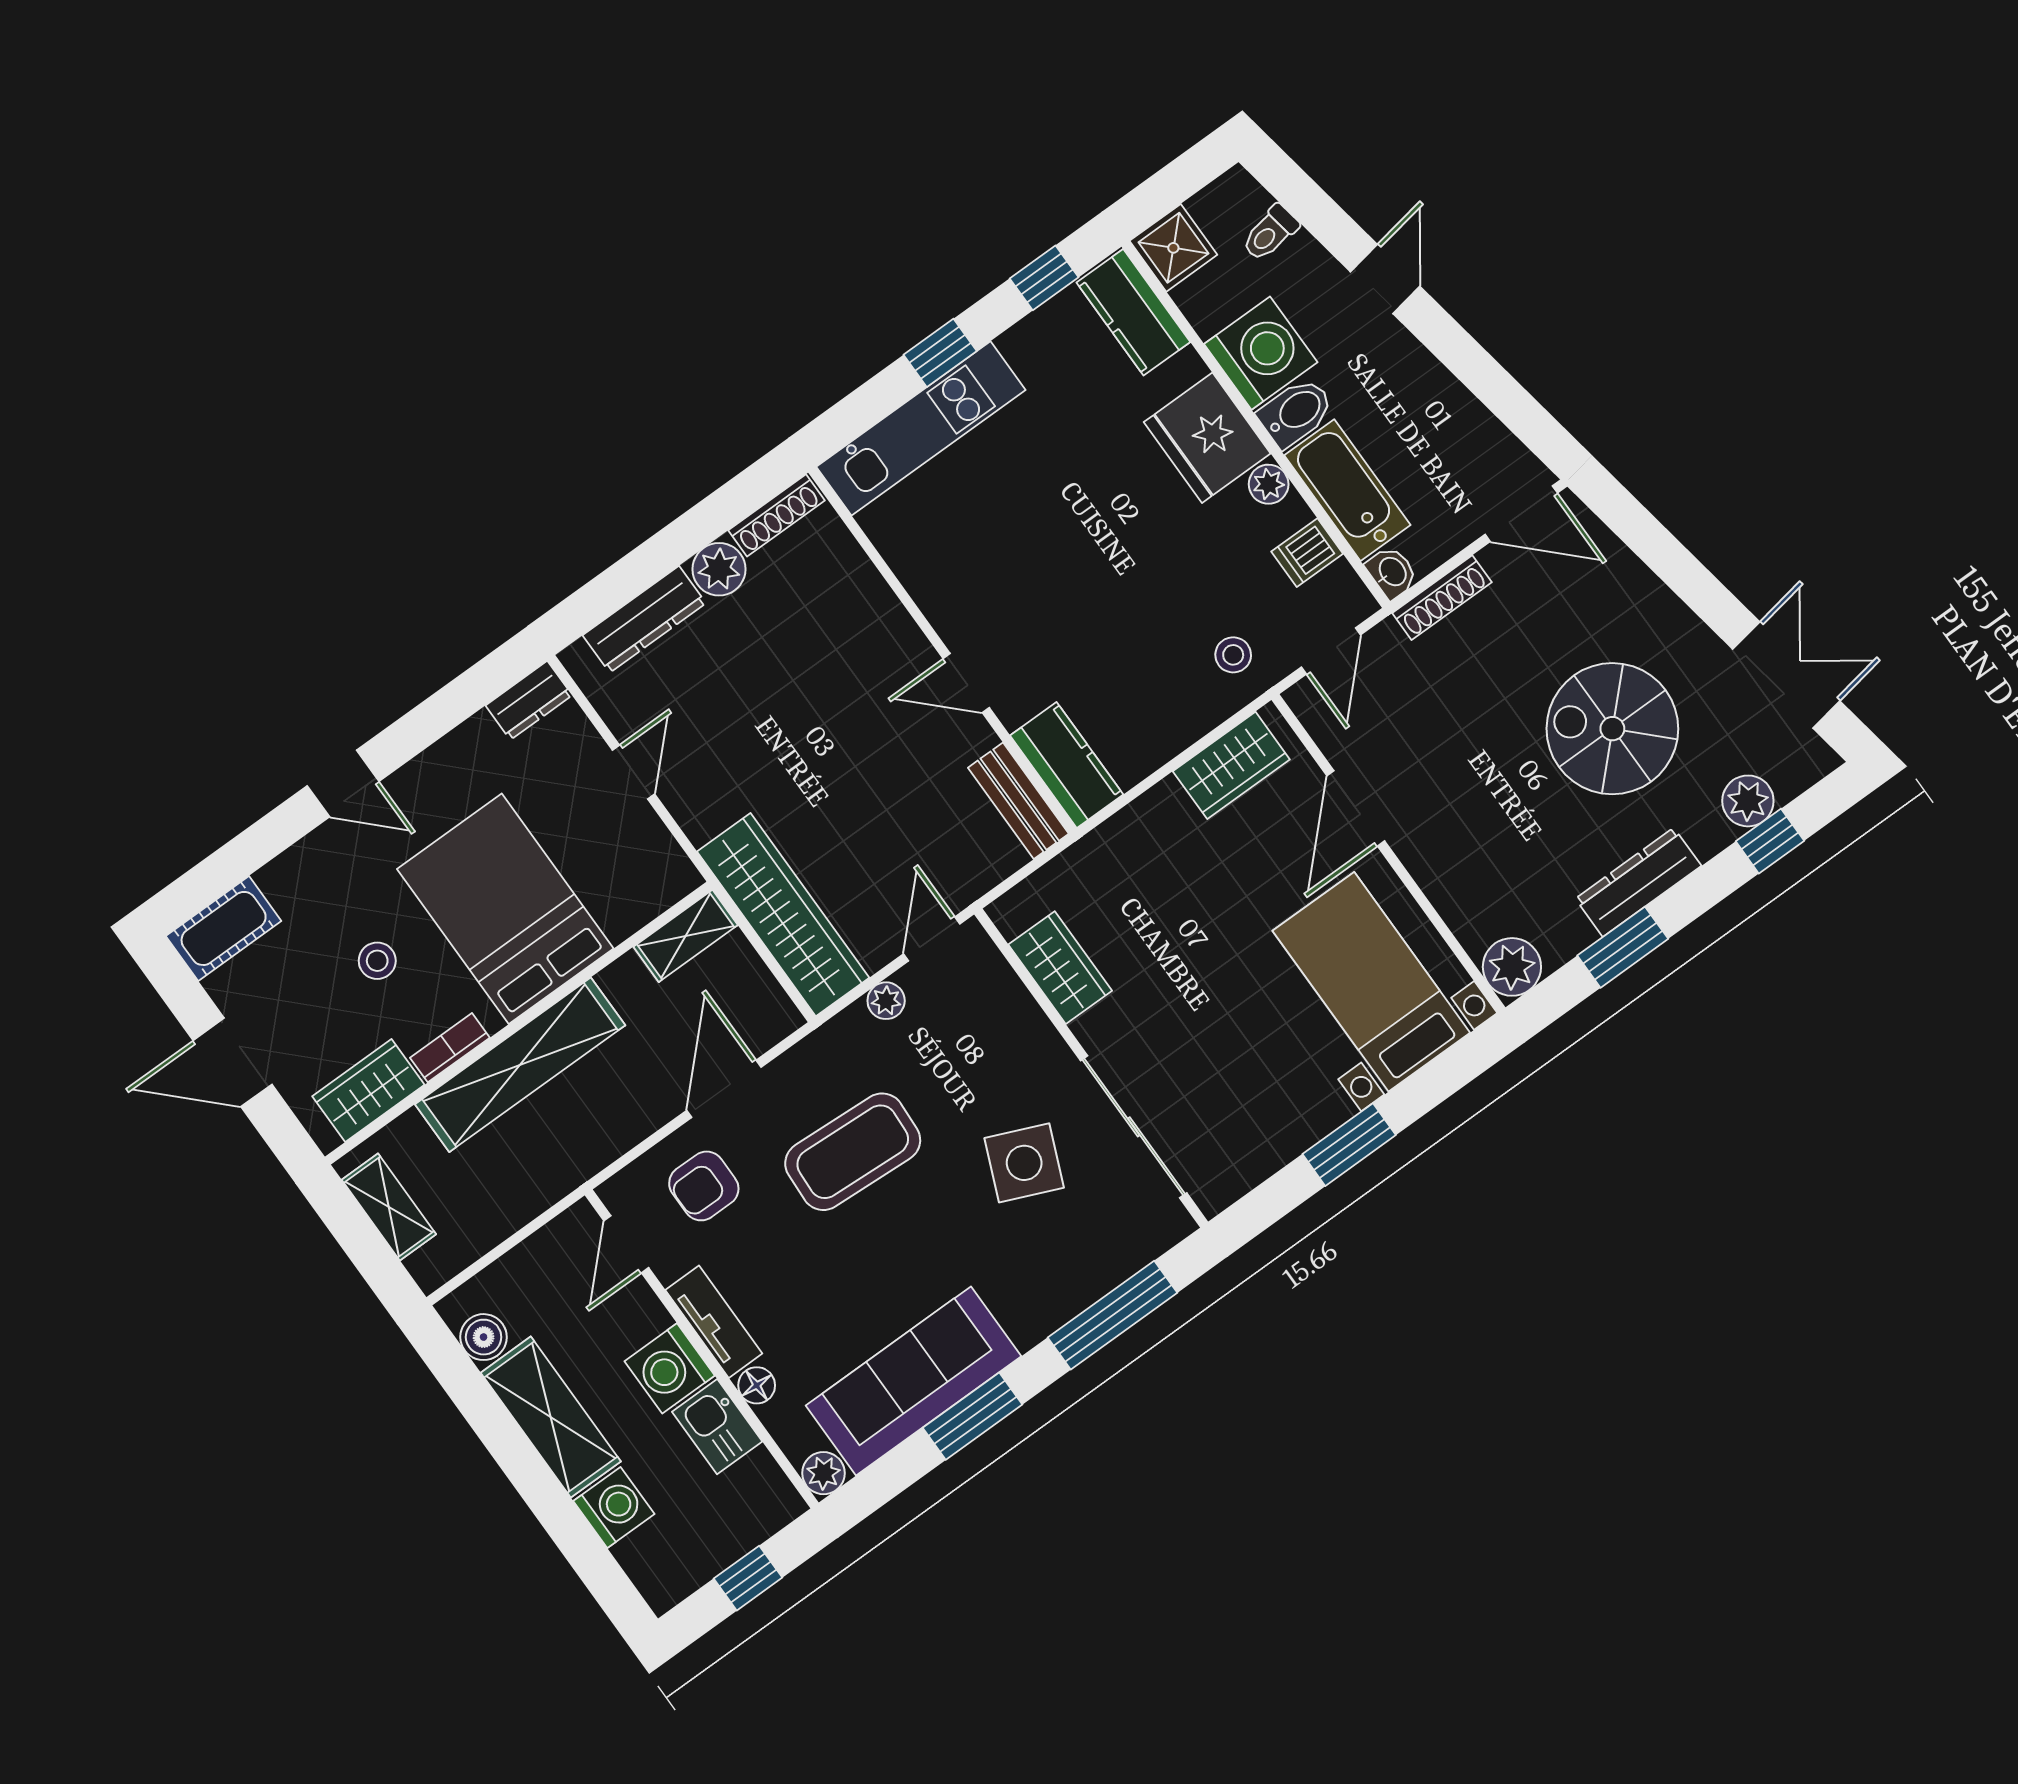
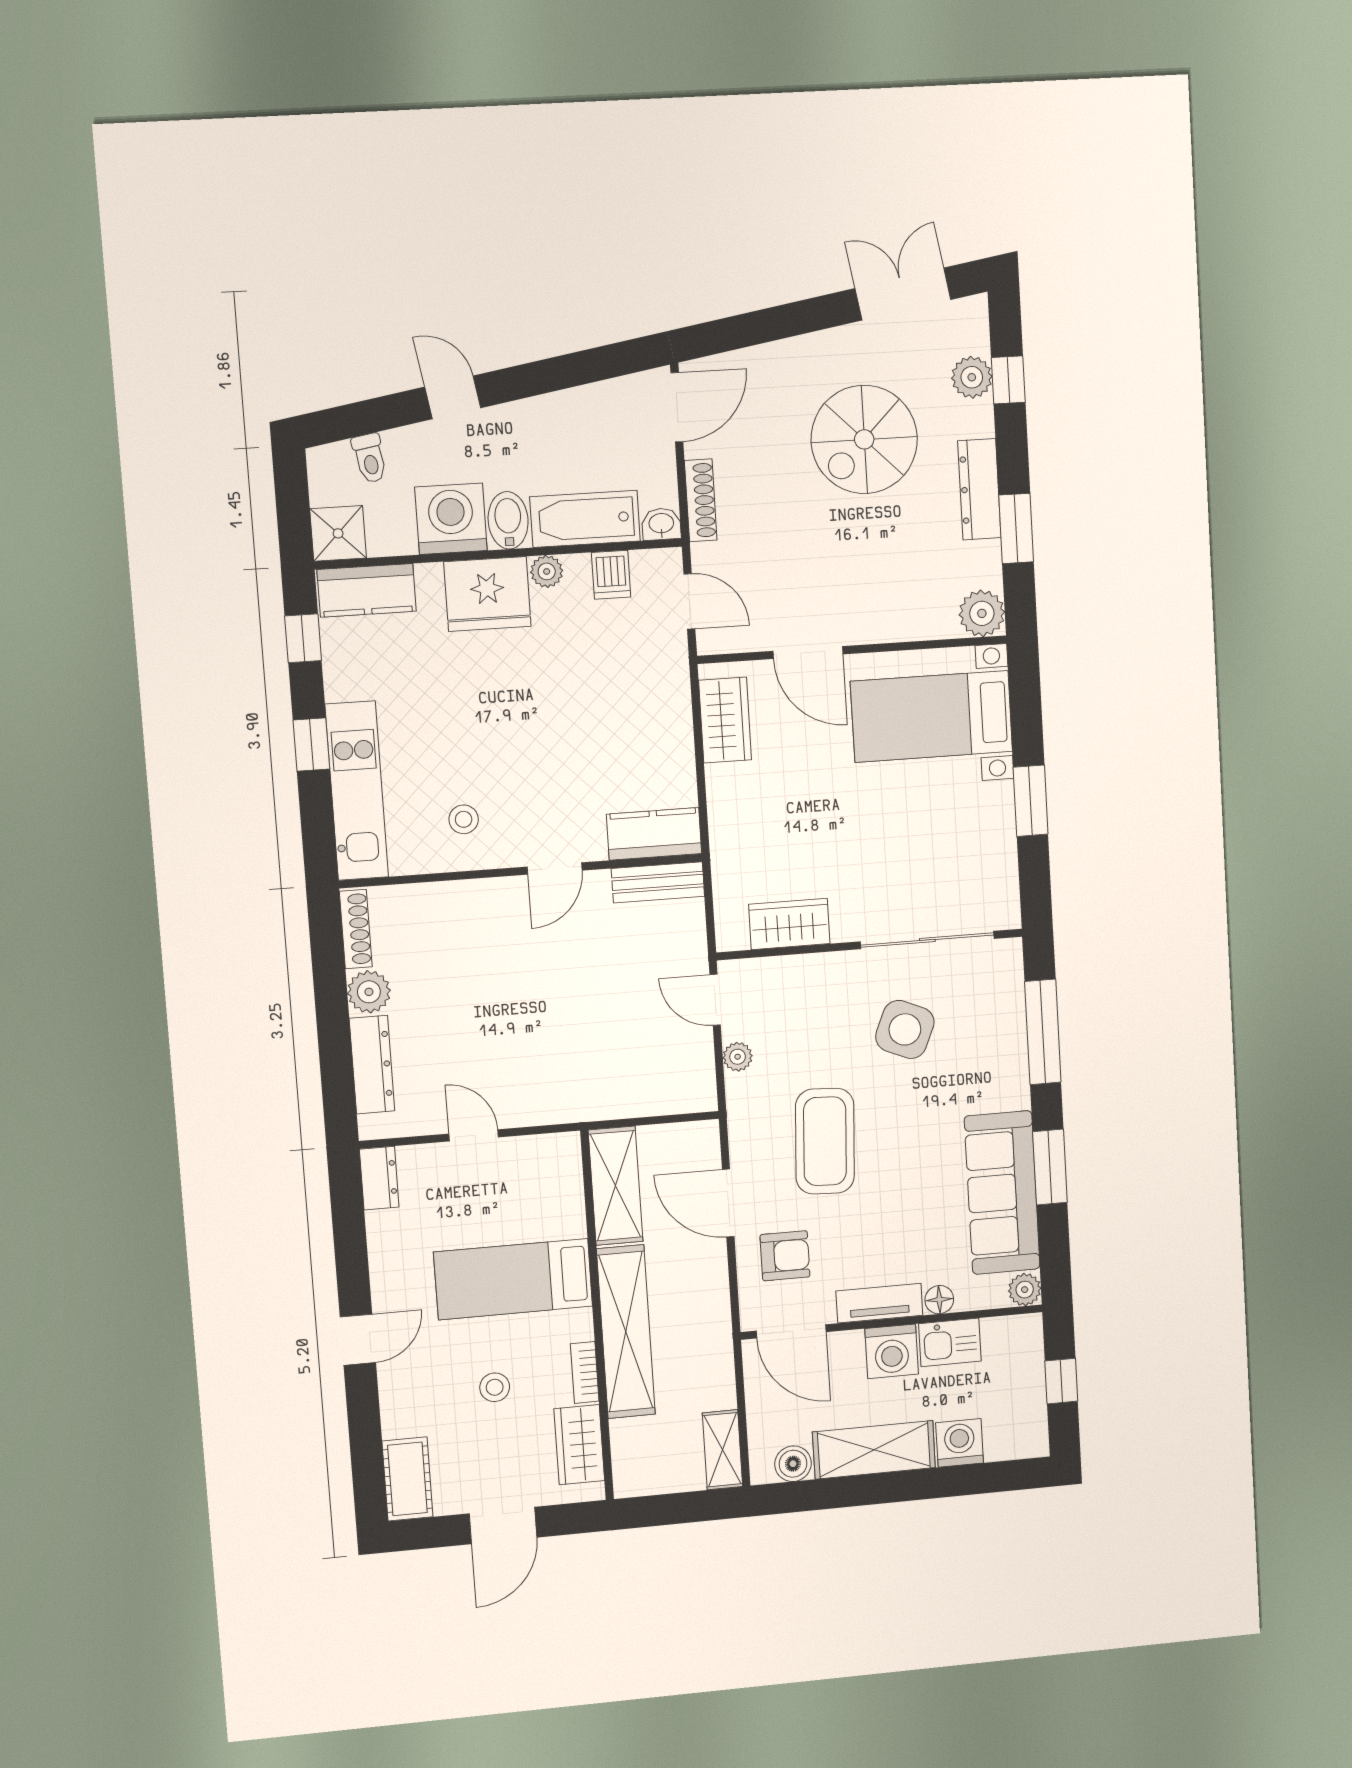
stool: (1233, 655) -> (464, 819), moved
bed: (505, 909) -> (513, 1279), width x0.67
wardrobe: (783, 915) -> (635, 1092), removed
shelving: (686, 936) -> (616, 1186), width x1.50, depth x1.33
armchair: (704, 1186) -> (785, 1256), turned -90
shelving: (389, 1207) -> (722, 1450), moved, turned 90
door: (626, 1244) -> (791, 1331), width x1.38

